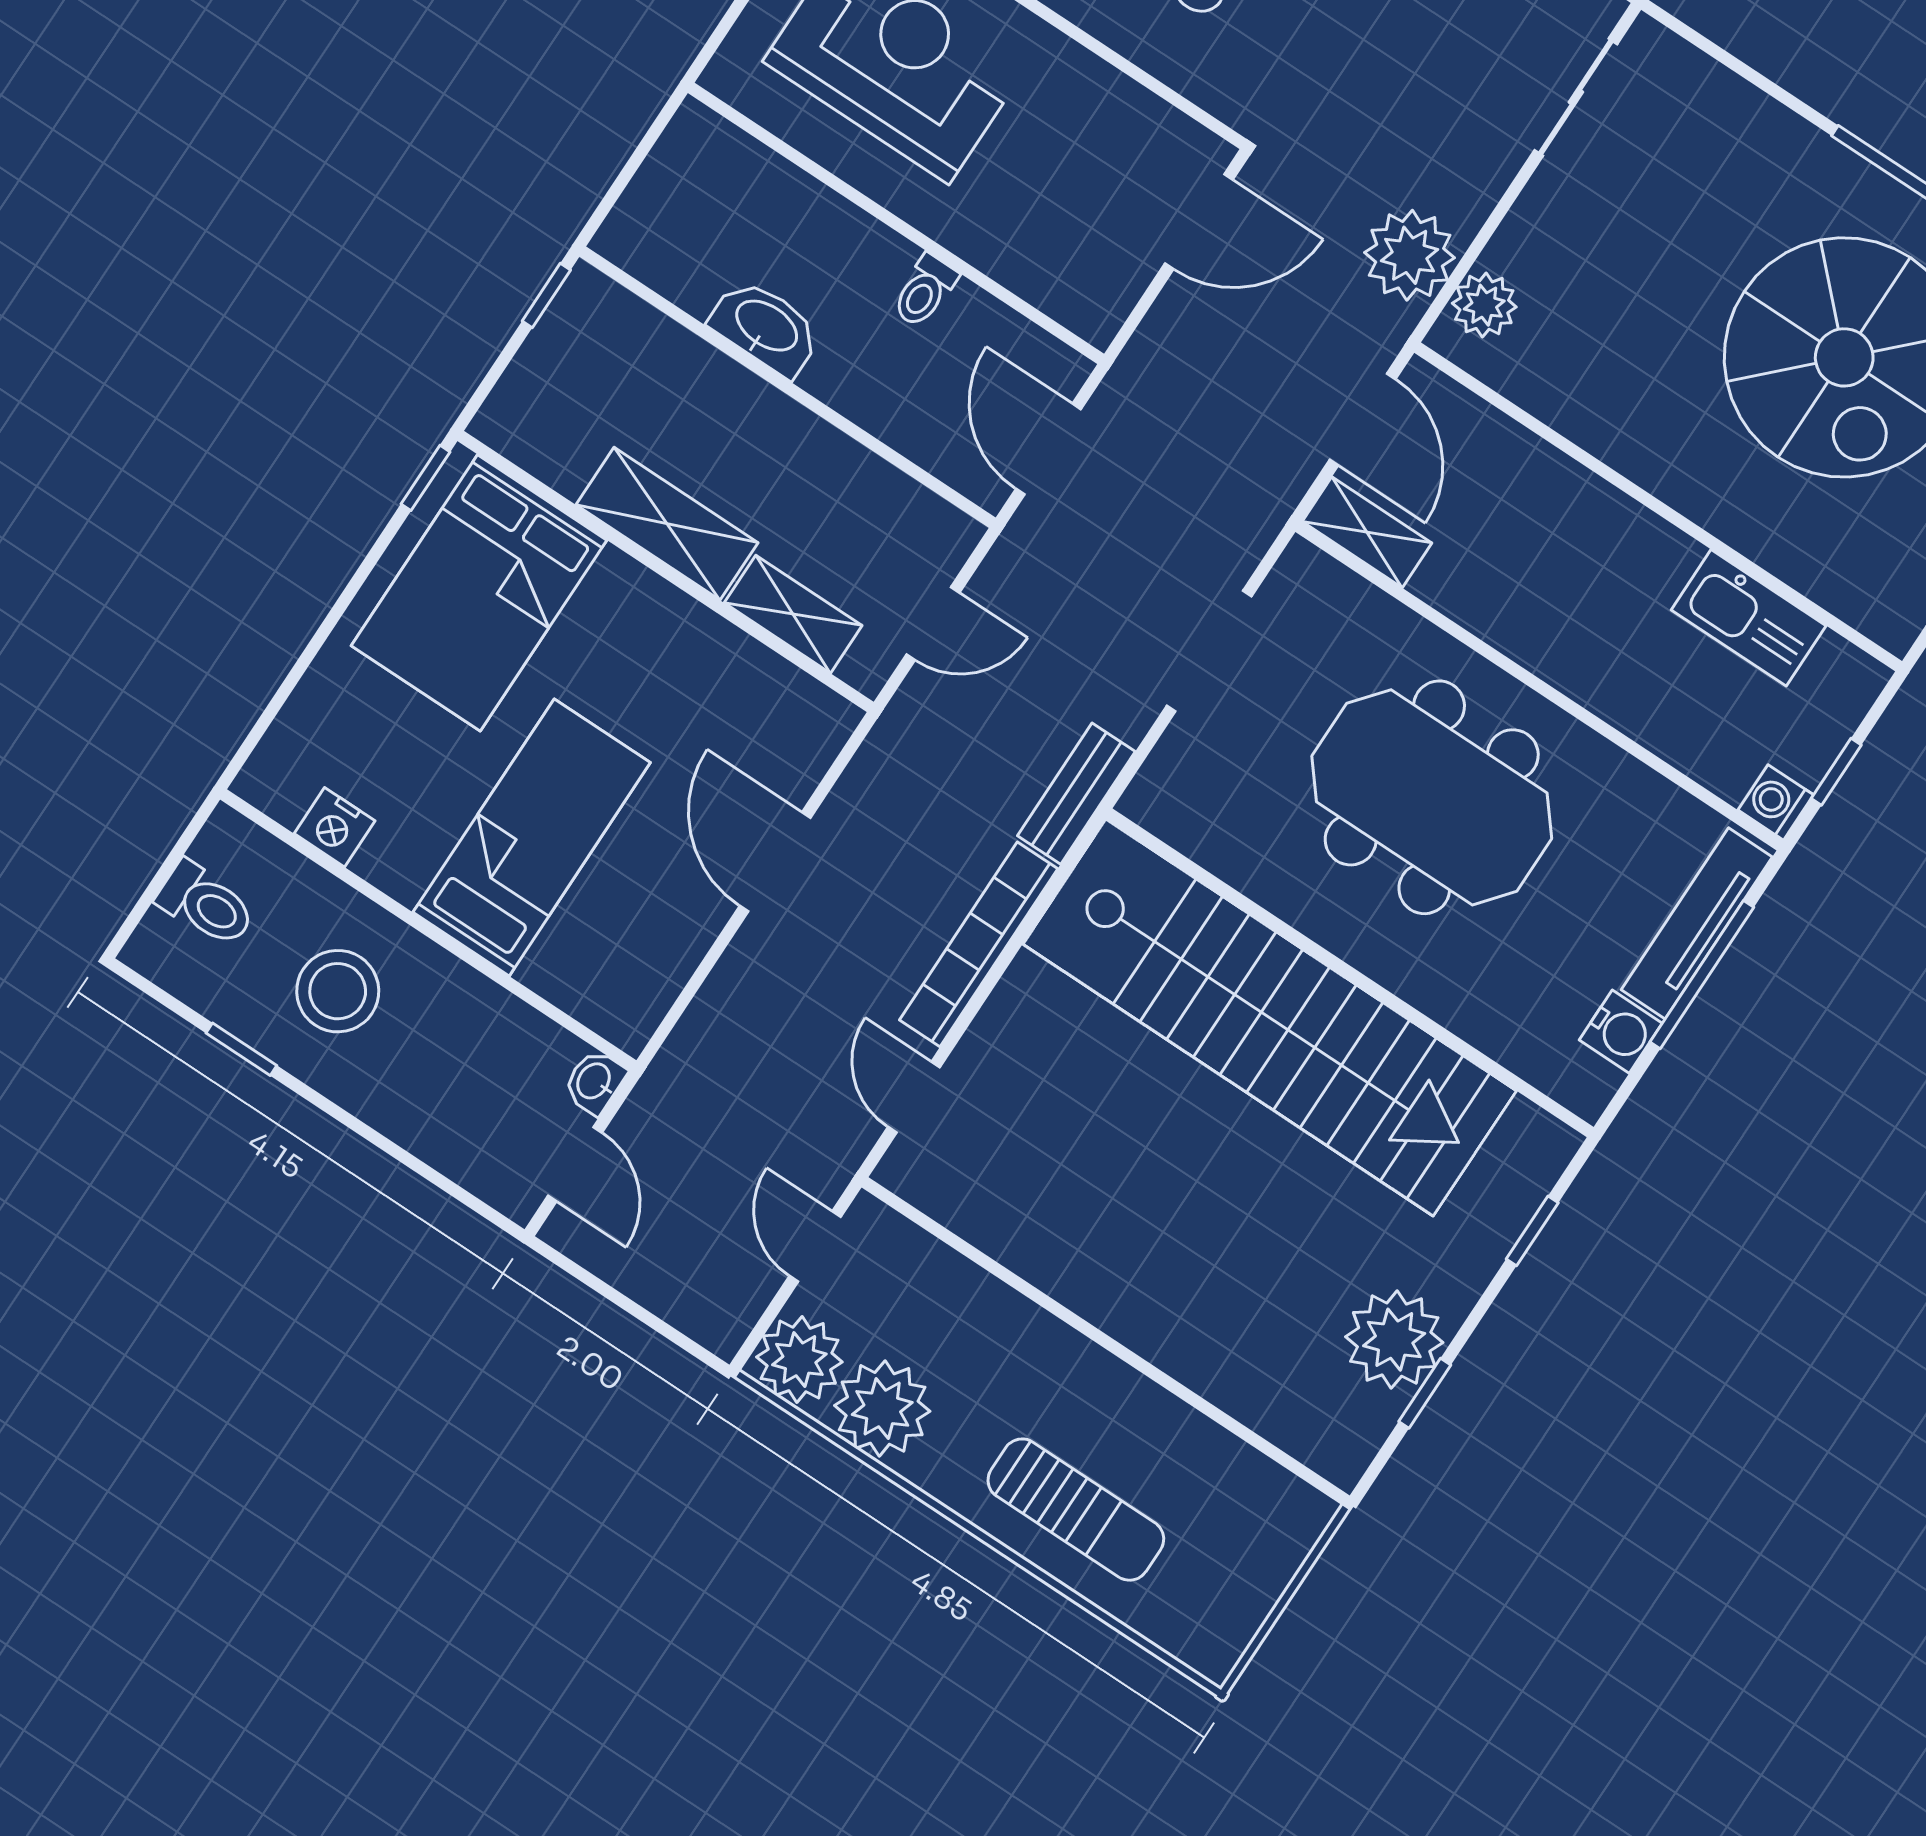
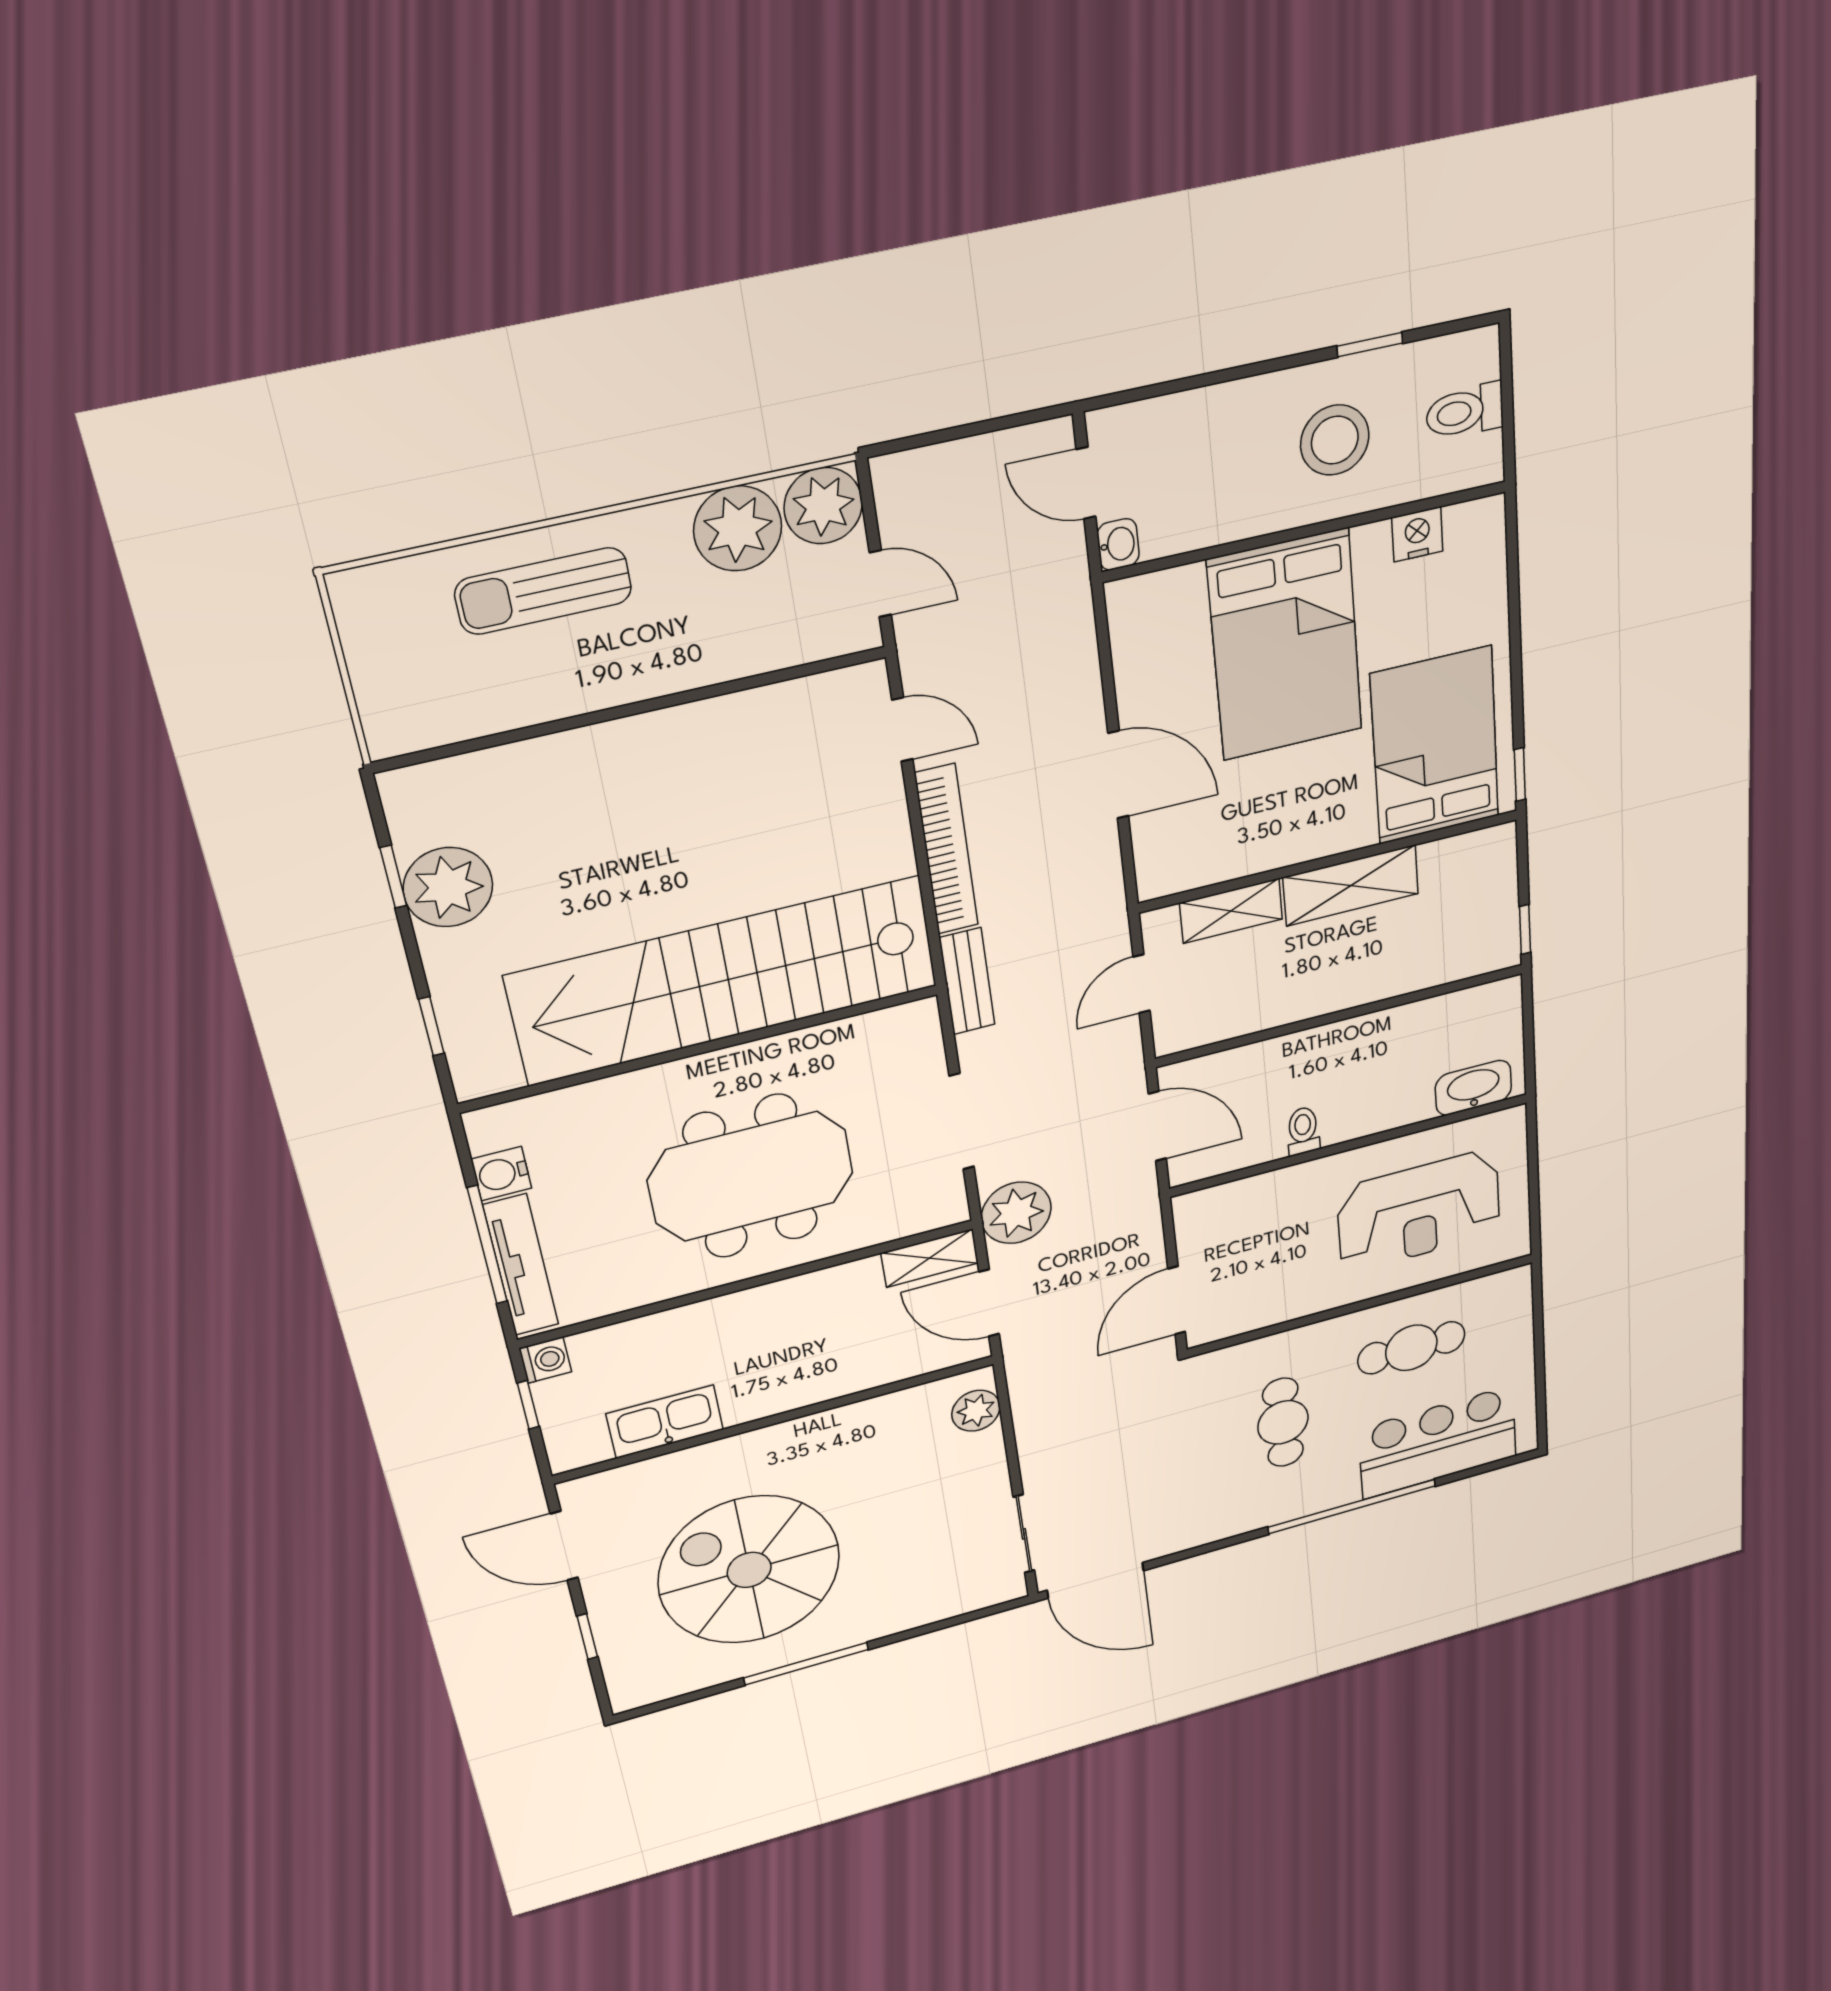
plant: (1410, 255) -> (1016, 1213), moved
washbasin: (766, 327) -> (1473, 1088), moved, turned 180
bed: (532, 837) -> (1285, 645), width x1.50

